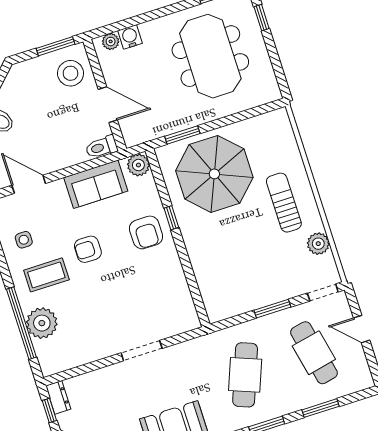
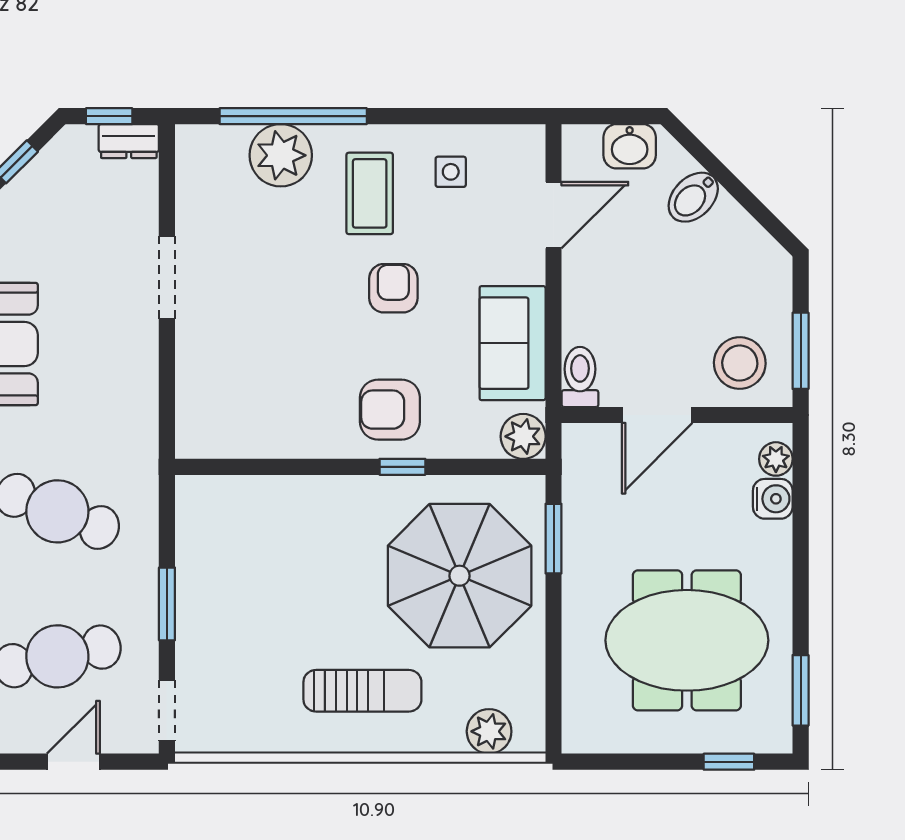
plant: (318, 244) -> (489, 731), moved
doorway: (142, 351) -> (167, 277), moved

